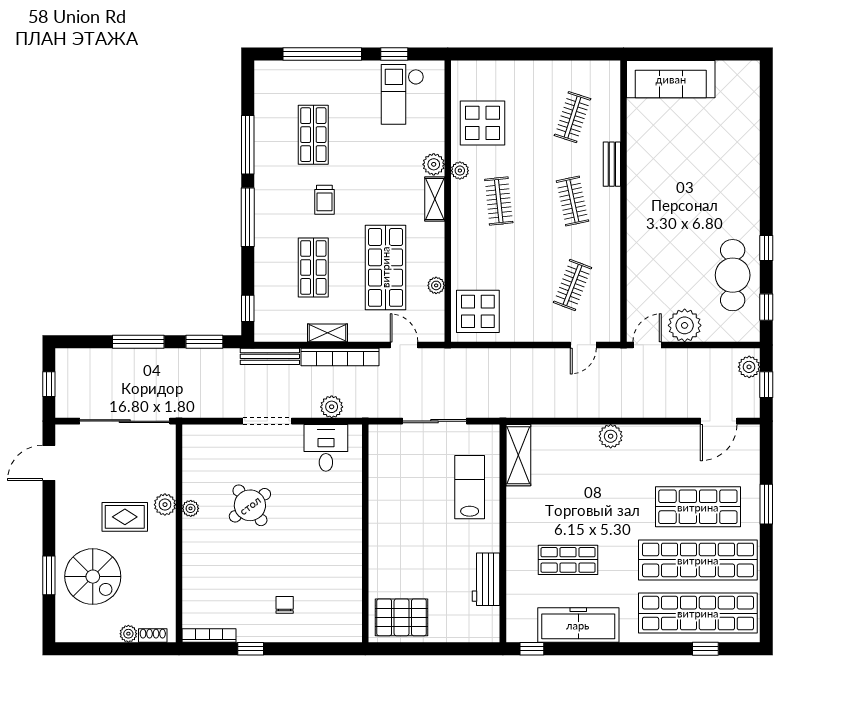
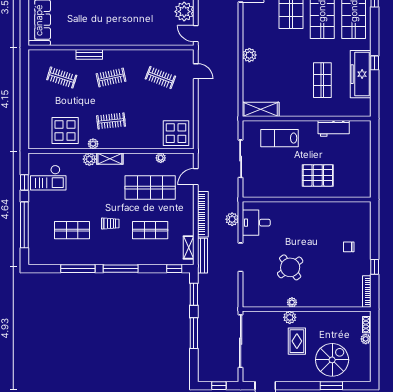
shelving: (327, 333) -> (189, 247), moved
pallet: (402, 617) -> (318, 175), moved, turned 90
window: (532, 649) -> (375, 63), moved

